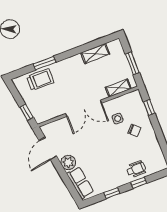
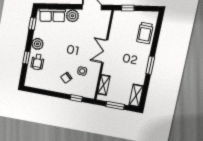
shelving: (95, 54) -> (136, 96), moved
window: (45, 63) -> (150, 65), moved
double door: (84, 108) -> (105, 51), width x0.73
plant: (118, 180) -> (38, 44), added
window: (112, 193) -> (32, 24), moved

